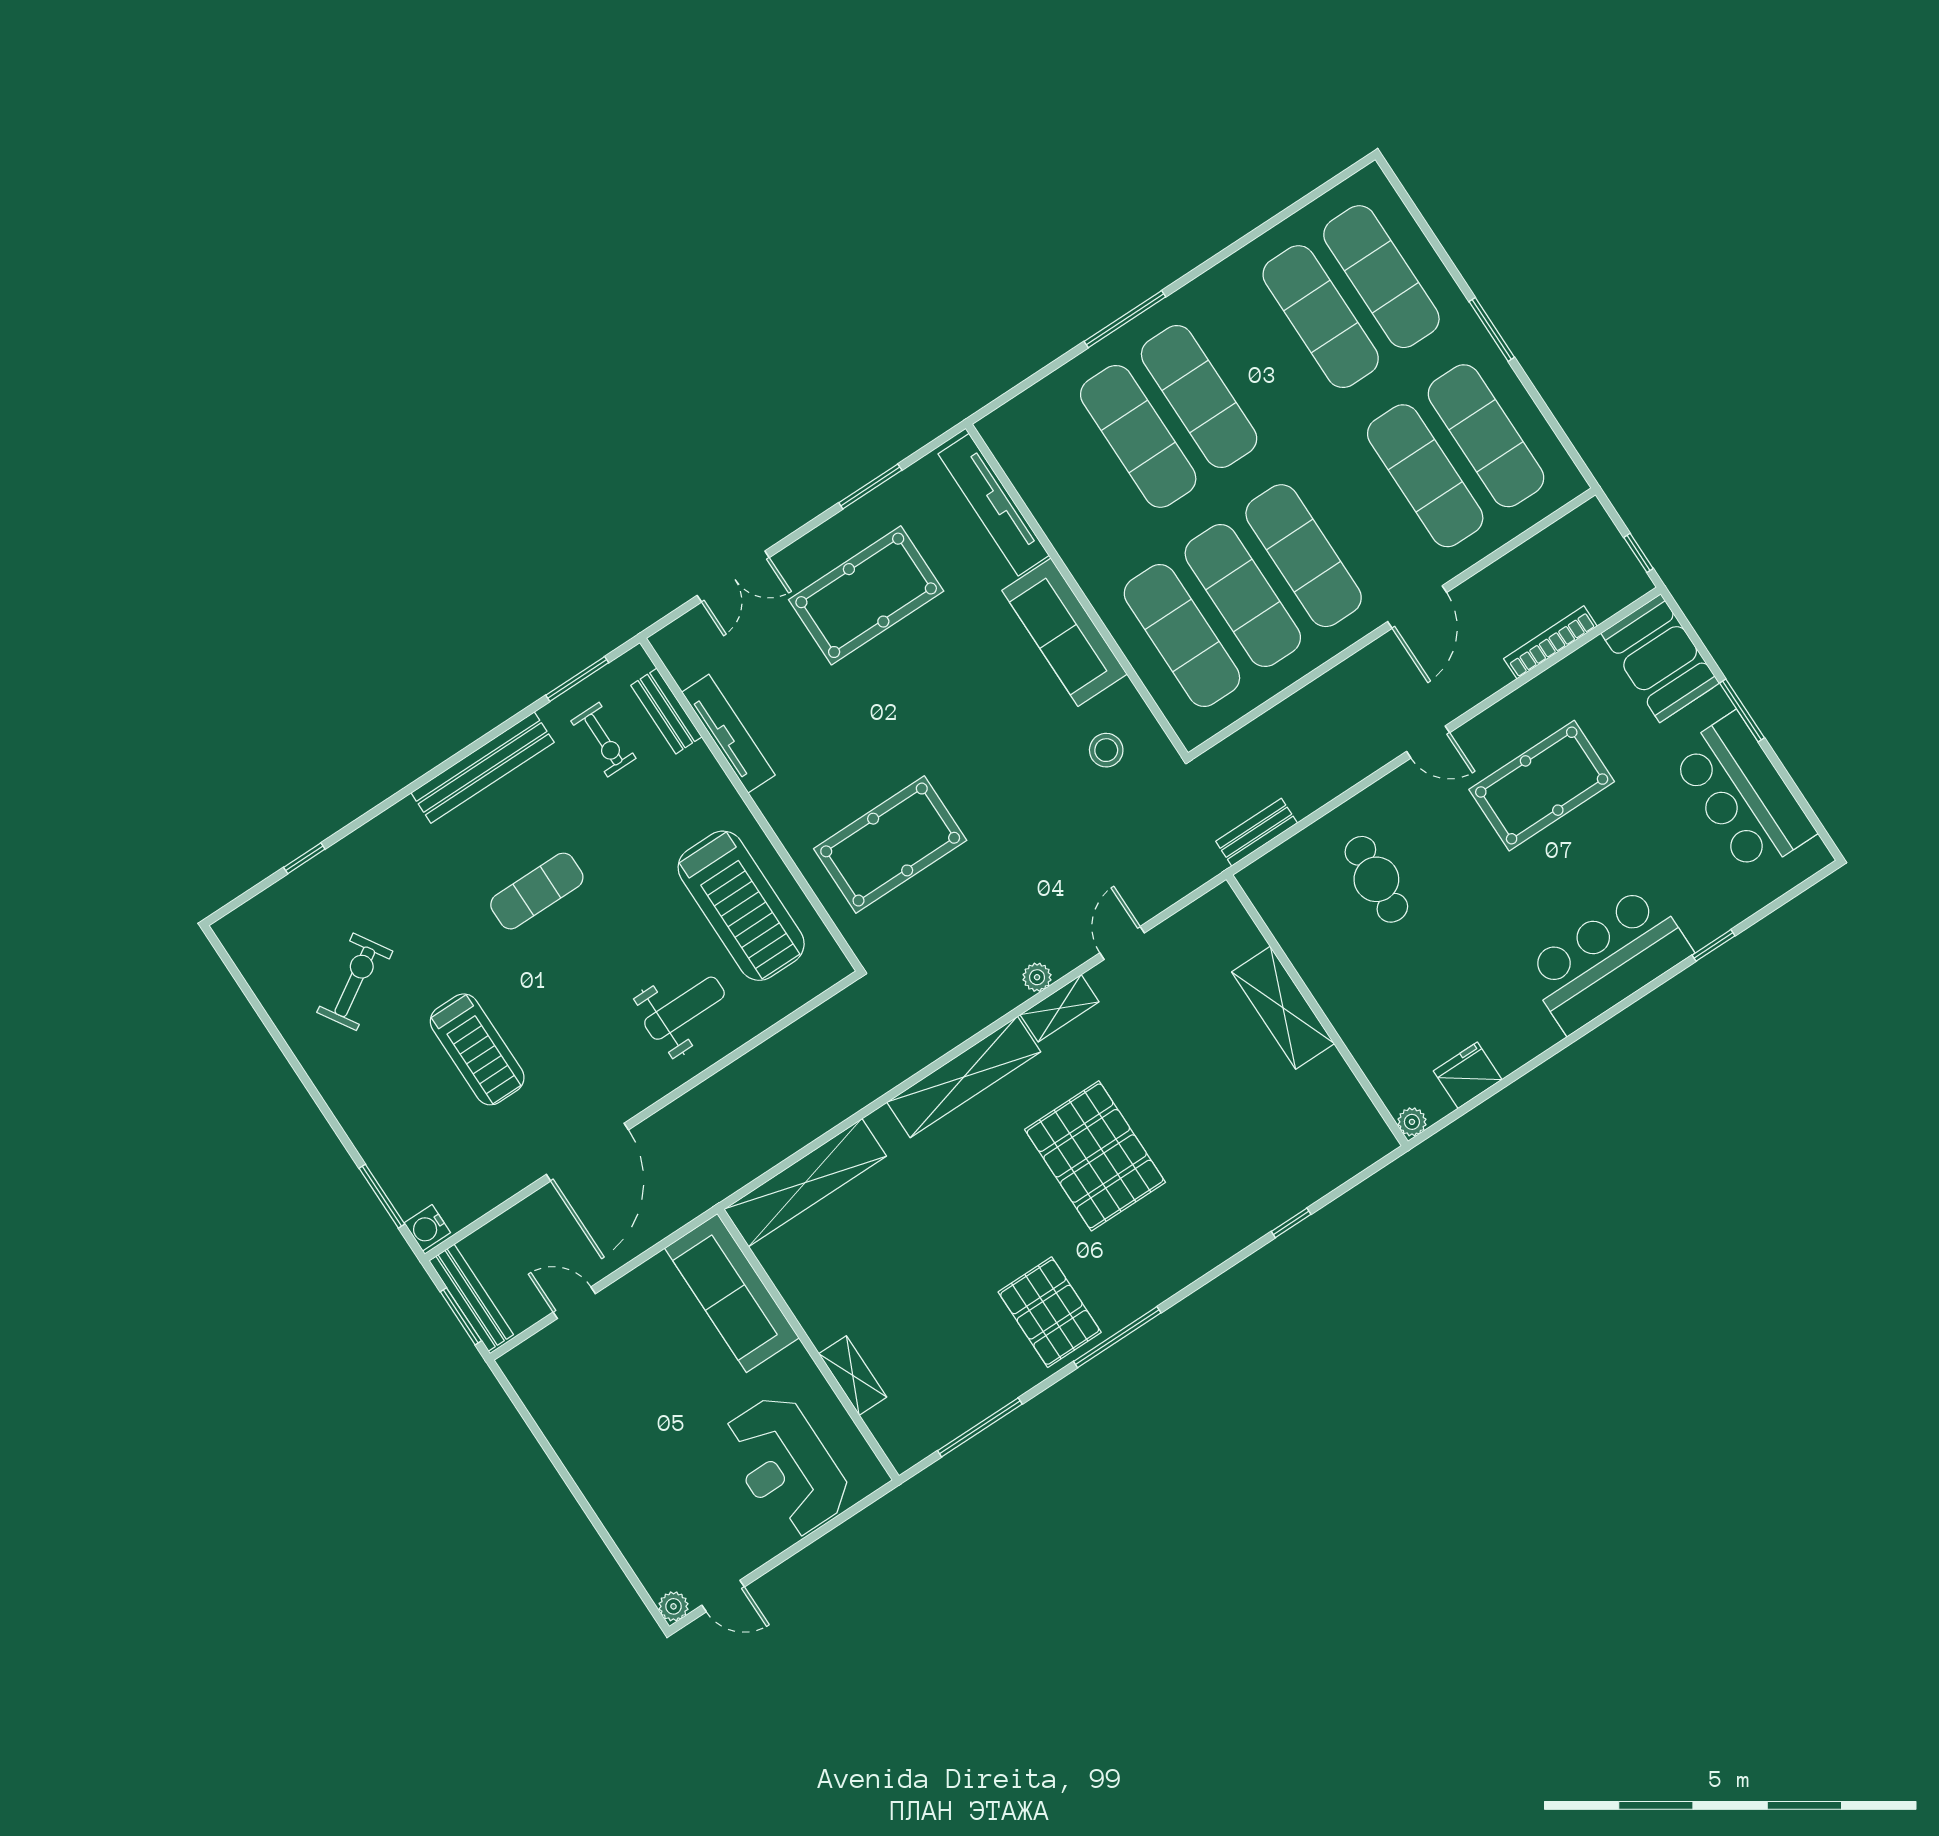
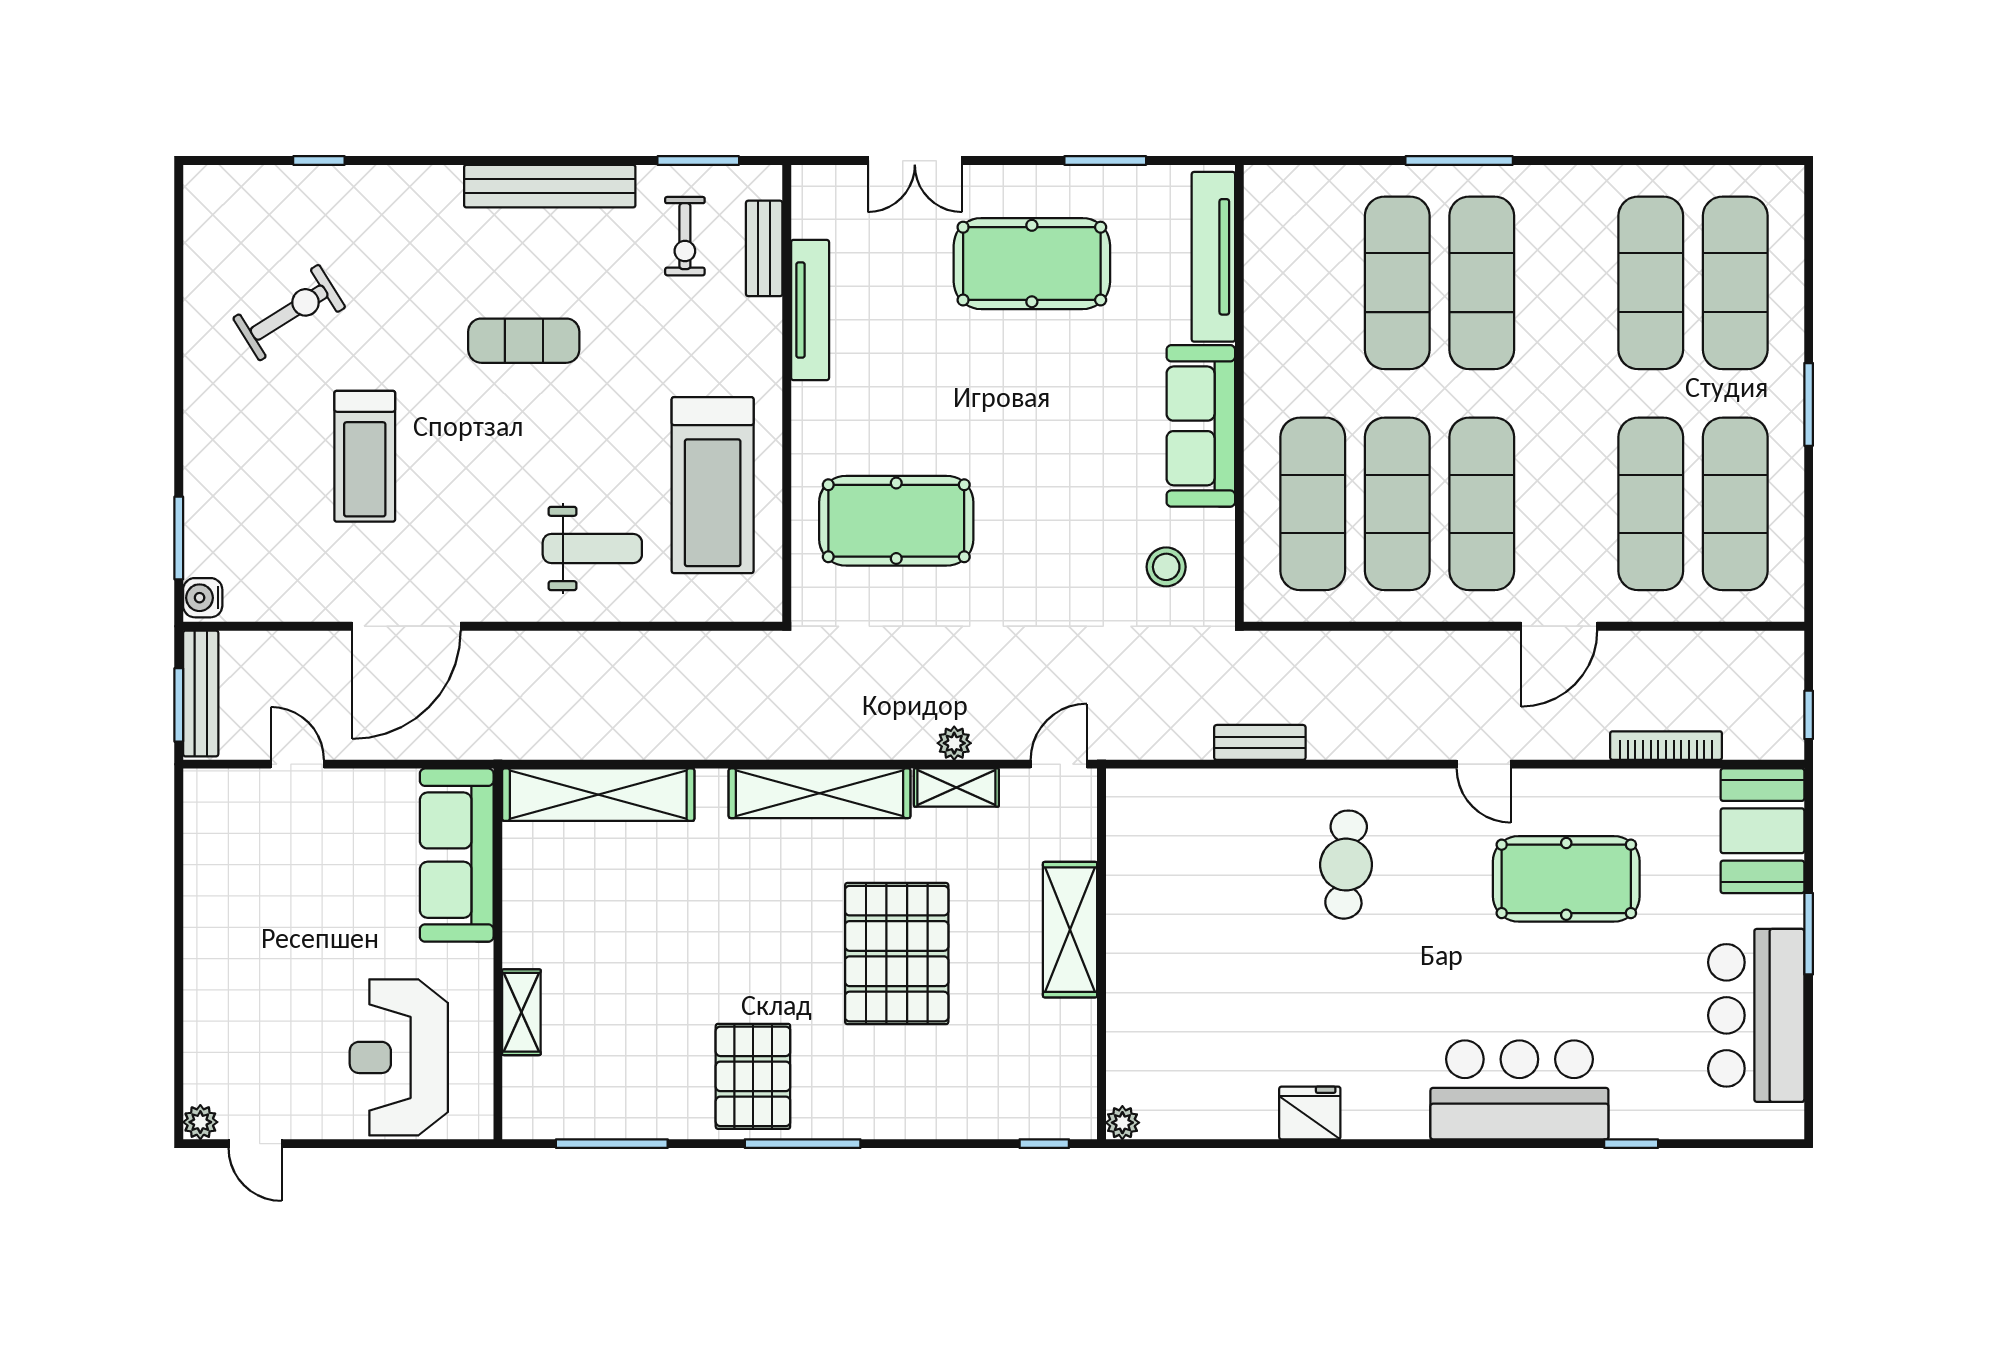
shelving: (1283, 1008) -> (1070, 930), moved
wall: (1317, 1010) -> (1101, 954), moved
plant: (1412, 1122) -> (1122, 1123), moved

